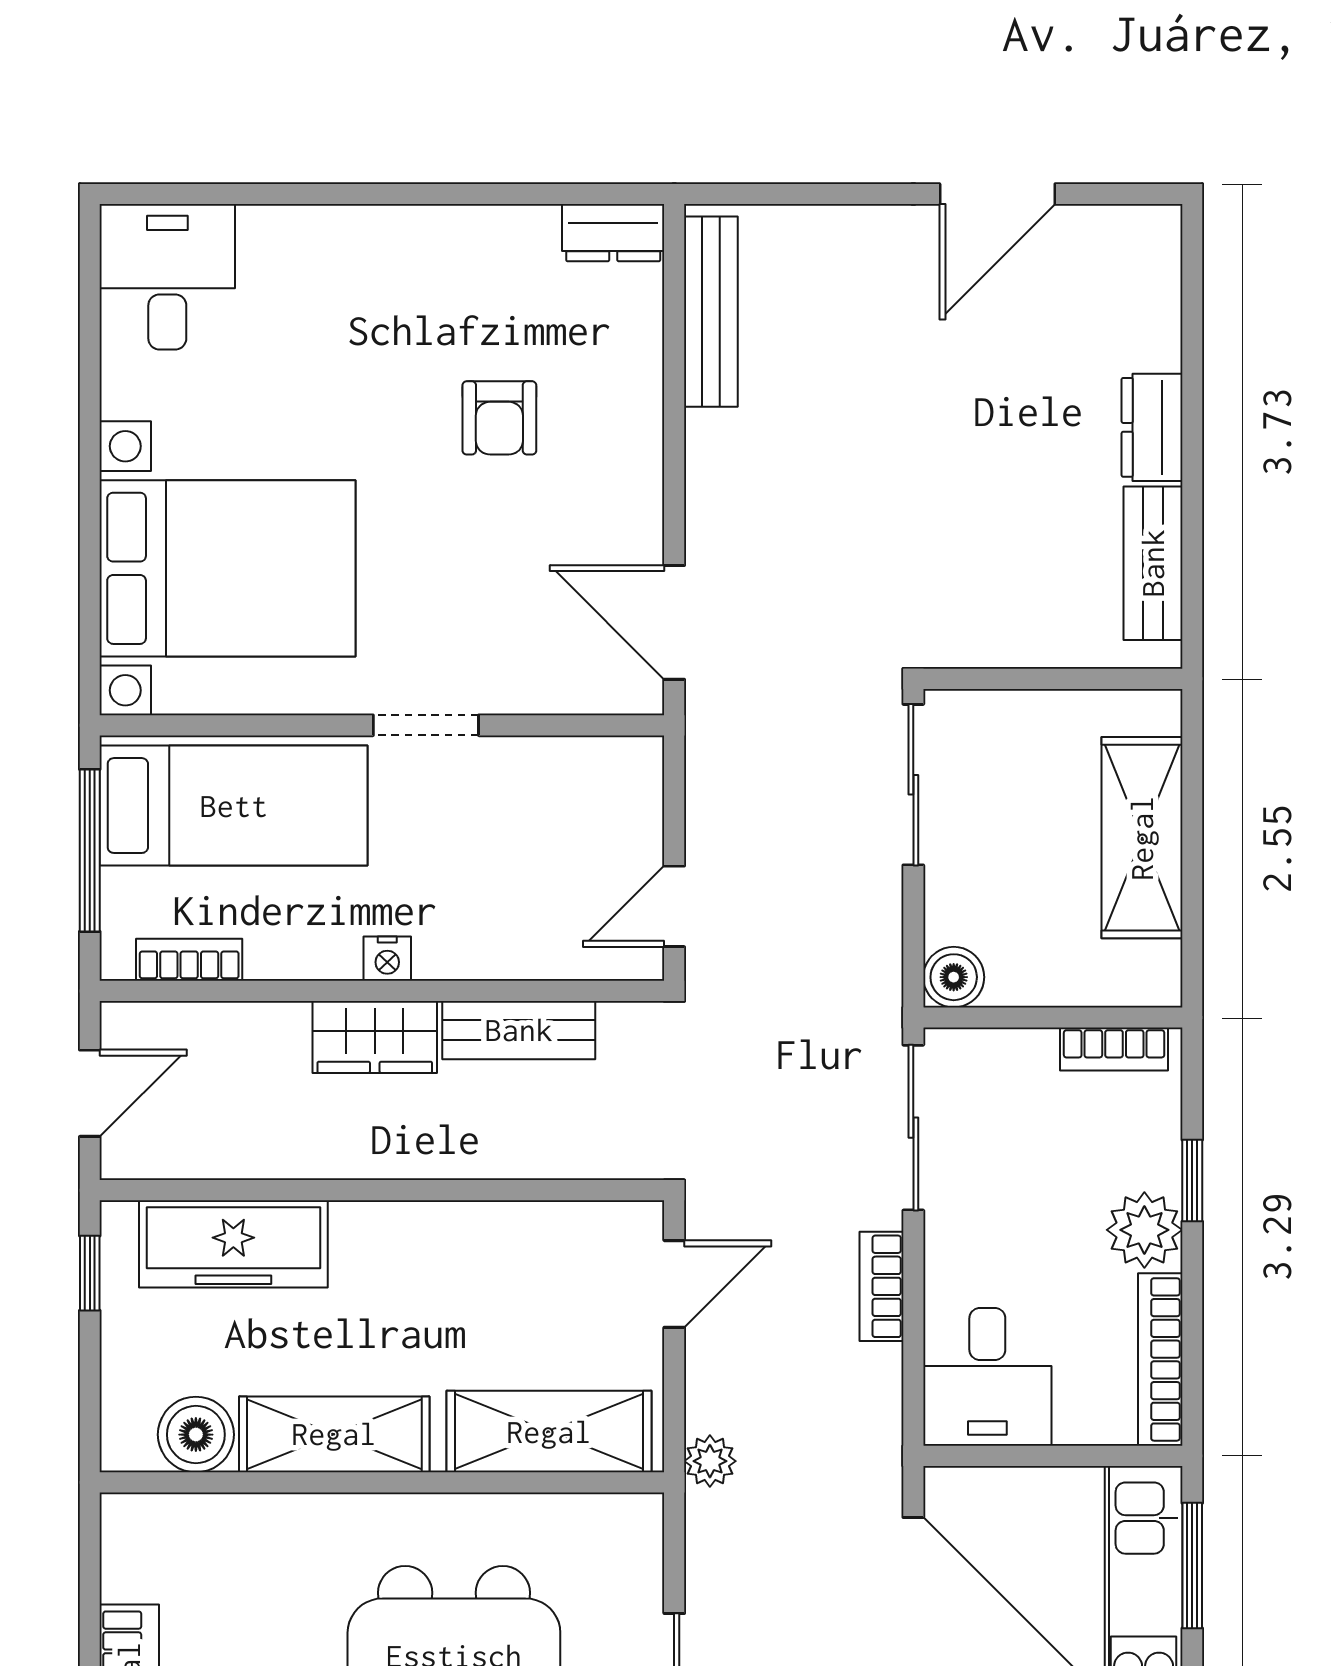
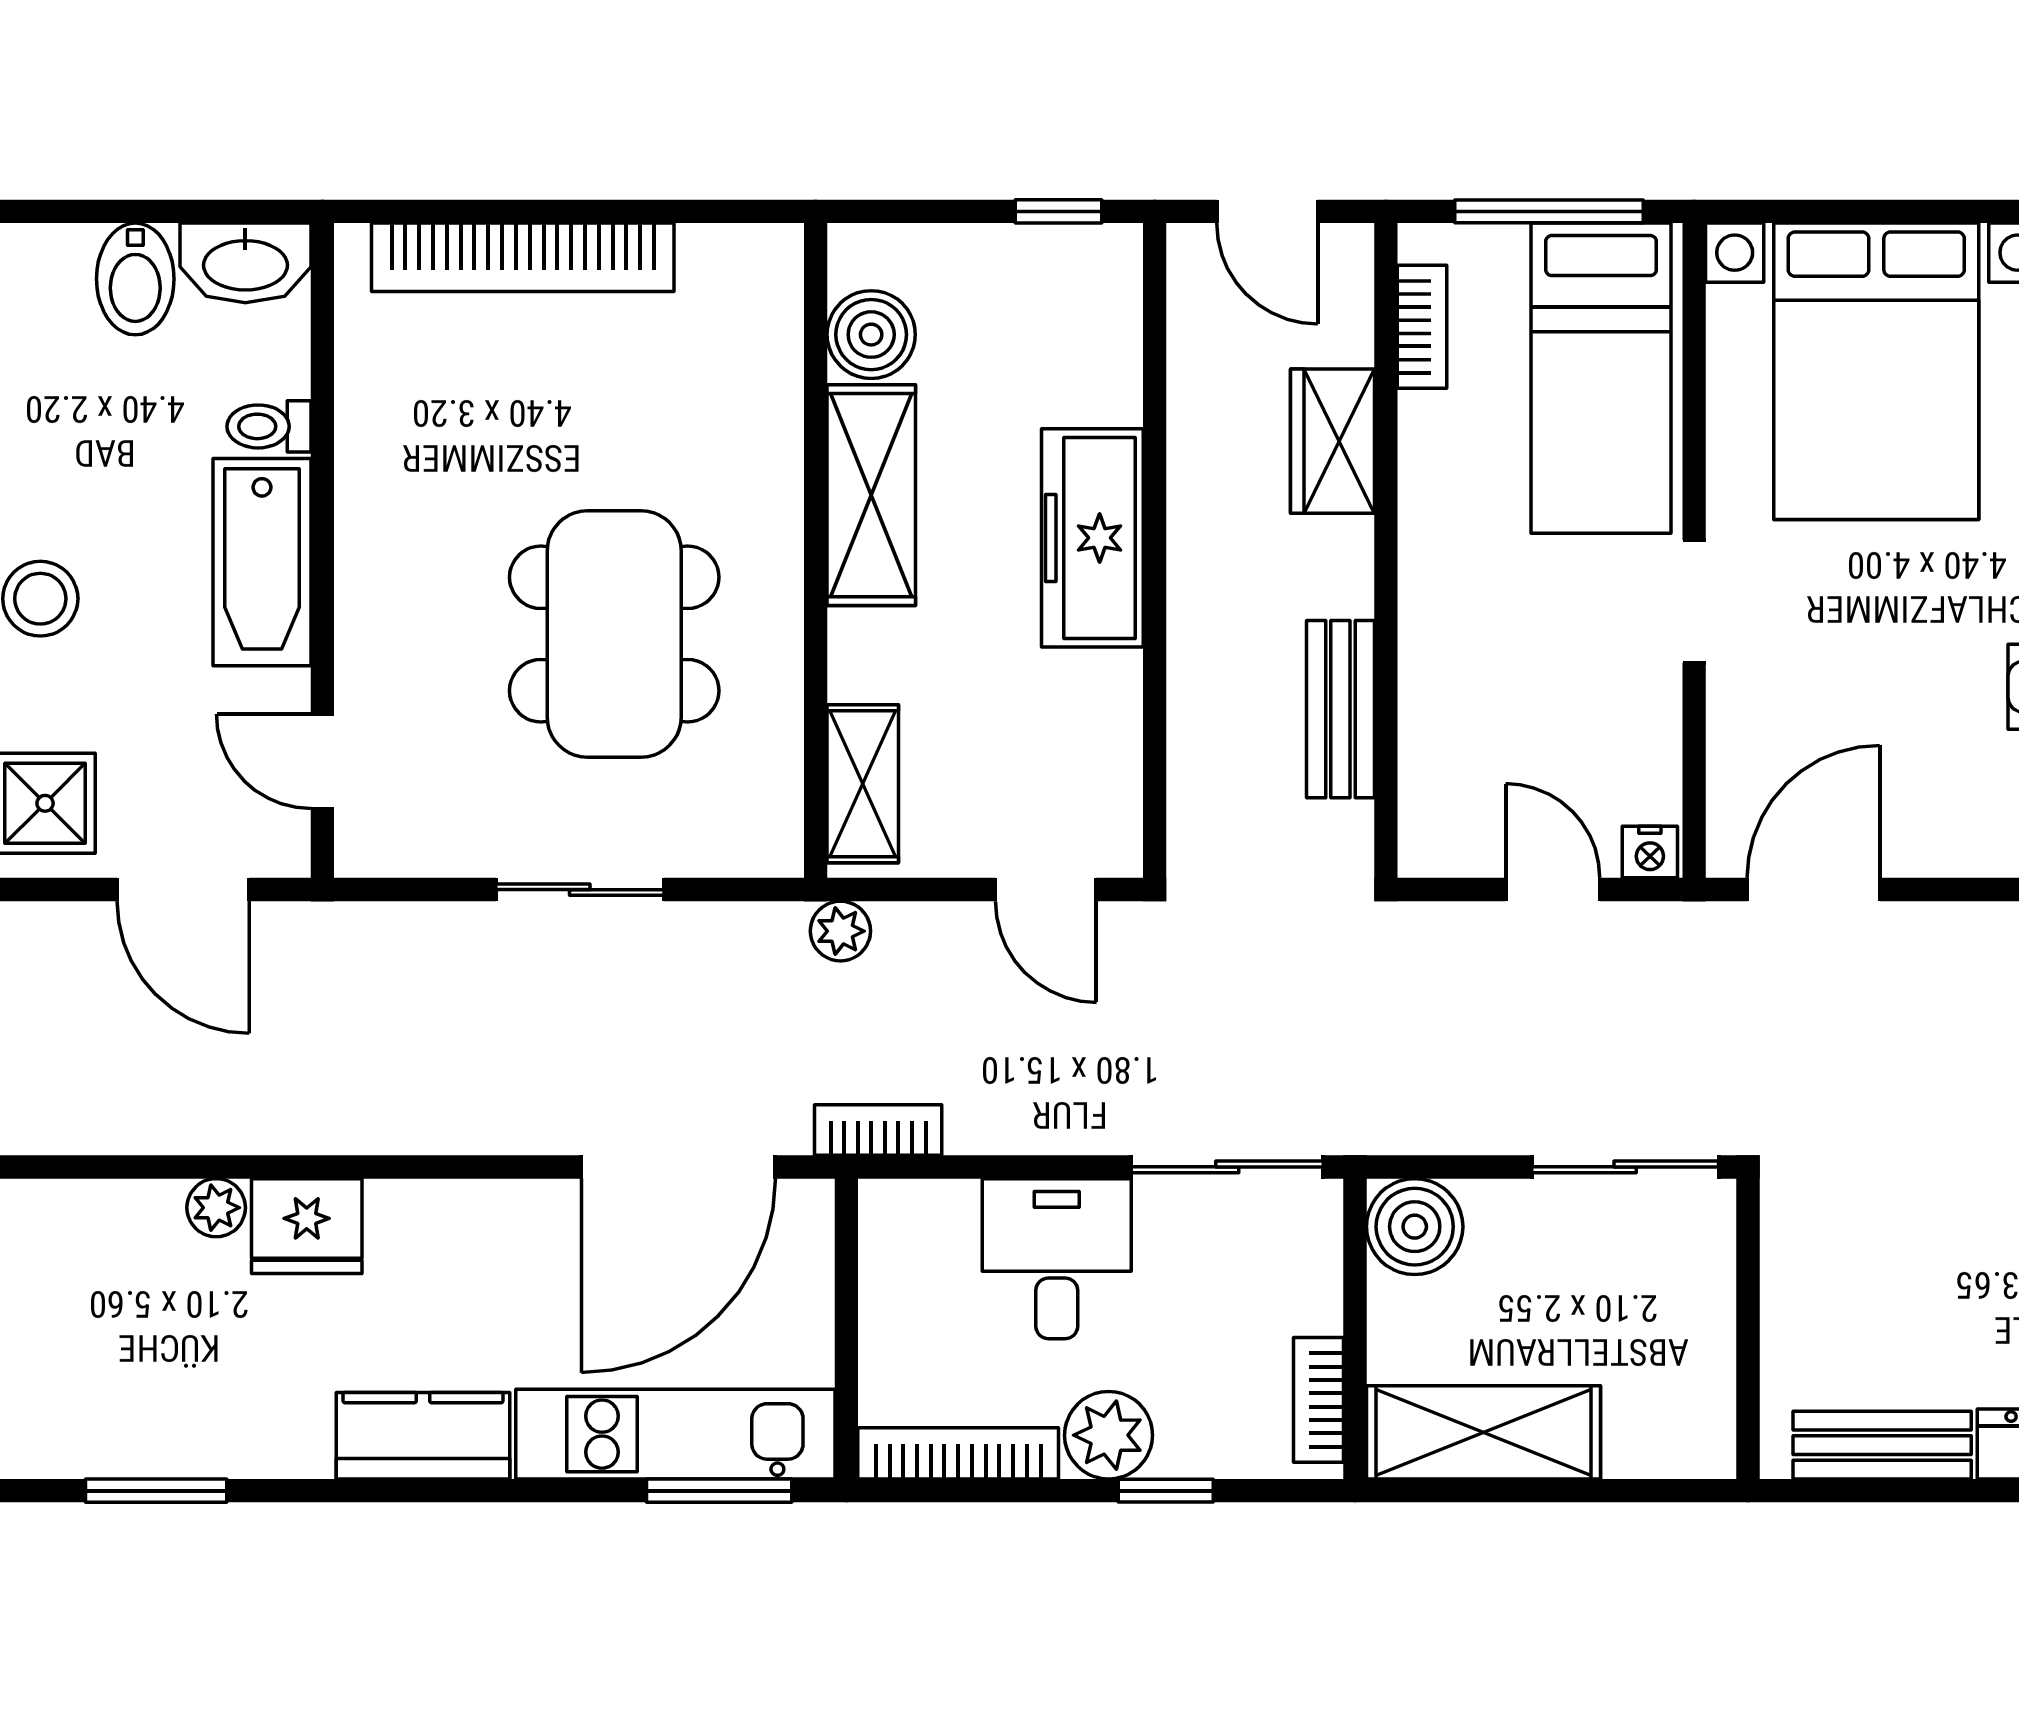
shelving: (1142, 838) -> (1484, 1432), moved
door: (674, 906) -> (1553, 890), moved
nightstand: (387, 959) -> (1650, 852), moved, turned -90
boiler: (954, 977) -> (1415, 1227), width x1.36, depth x1.36
wardrobe: (375, 1037) -> (1332, 441), moved
freezer: (233, 1244) -> (1092, 538), moved
bookcase: (881, 1286) -> (878, 1130), moved
desk: (987, 1377) -> (1057, 1259), moved, turned 90
shelving: (549, 1432) -> (863, 784), width x0.67, depth x0.75

